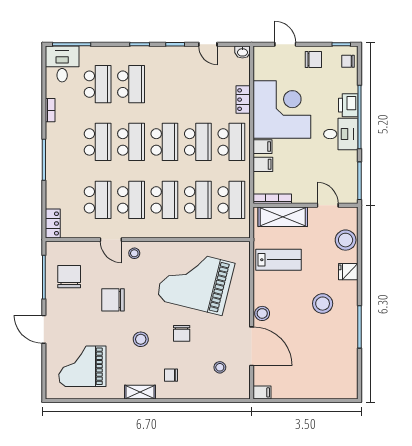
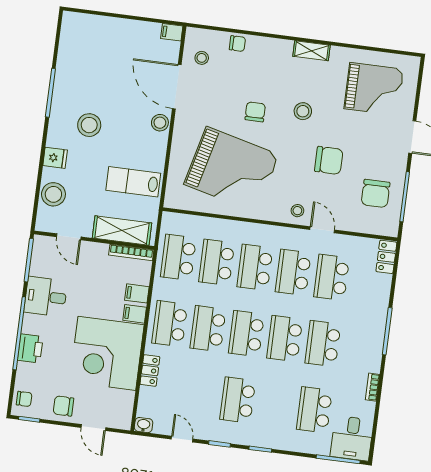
school desk: (131, 84) -> (238, 400), moved
desk: (341, 134) -> (46, 297), moved
stool: (220, 367) -> (202, 58), moved
chair: (171, 375) -> (237, 44), moved

